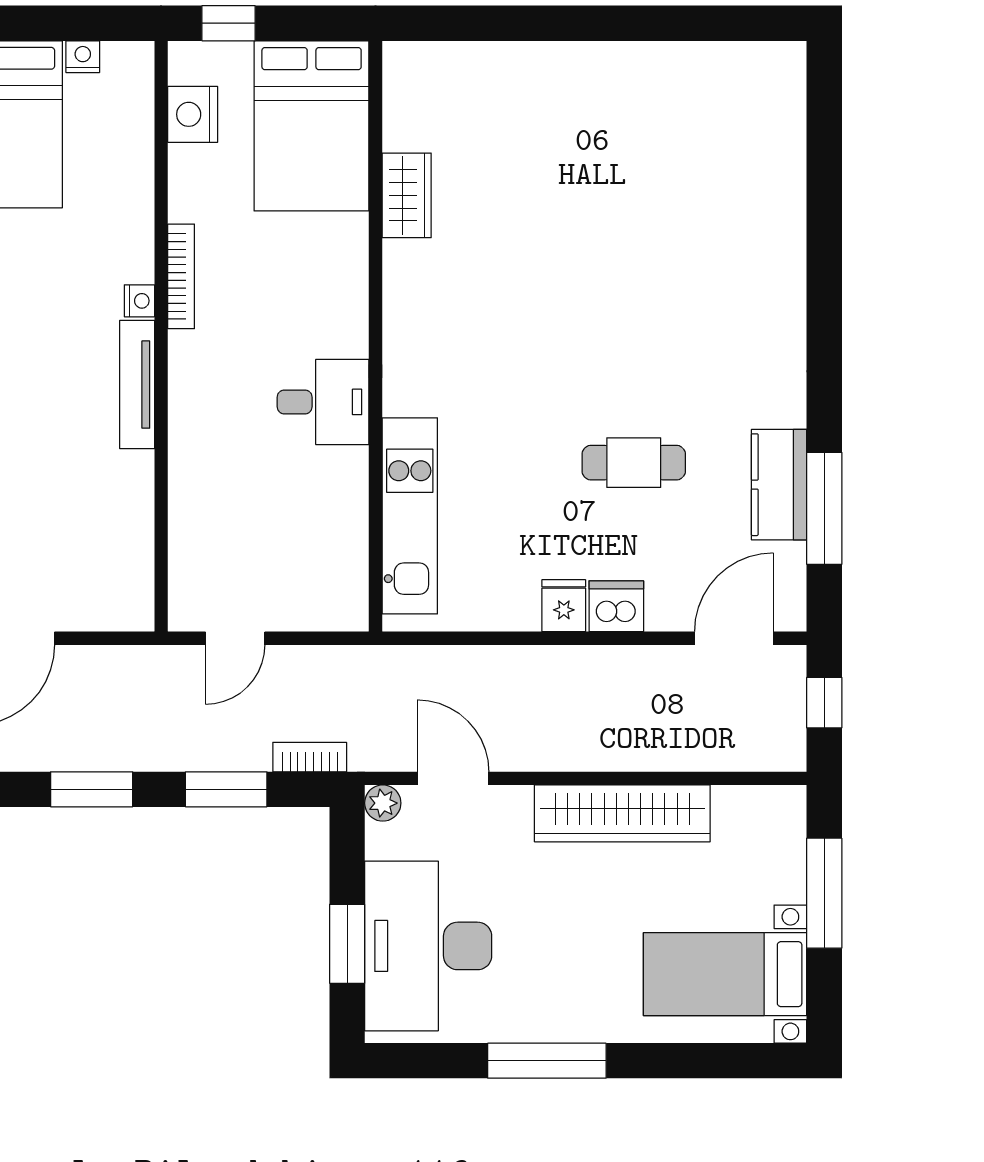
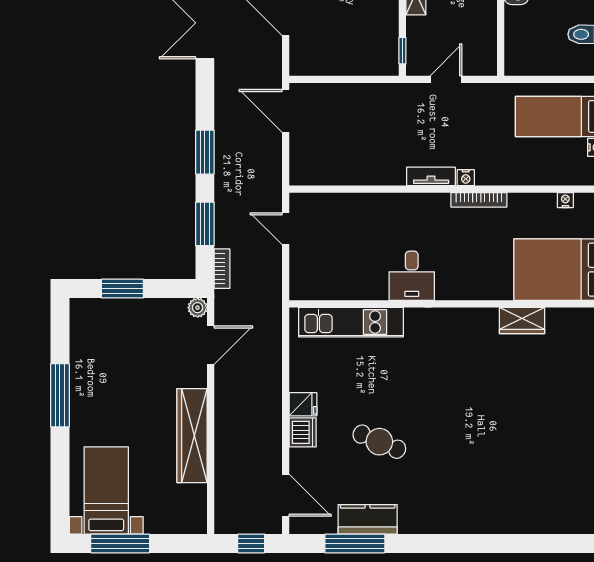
nightstand: (193, 114) -> (565, 200), width x0.53, depth x0.56
tv unit: (137, 385) -> (431, 176), width x0.71
cafe table: (634, 463) -> (379, 442), turned -67
window: (824, 893) -> (120, 543), moved
desk: (428, 946) -> (121, 332), removed

